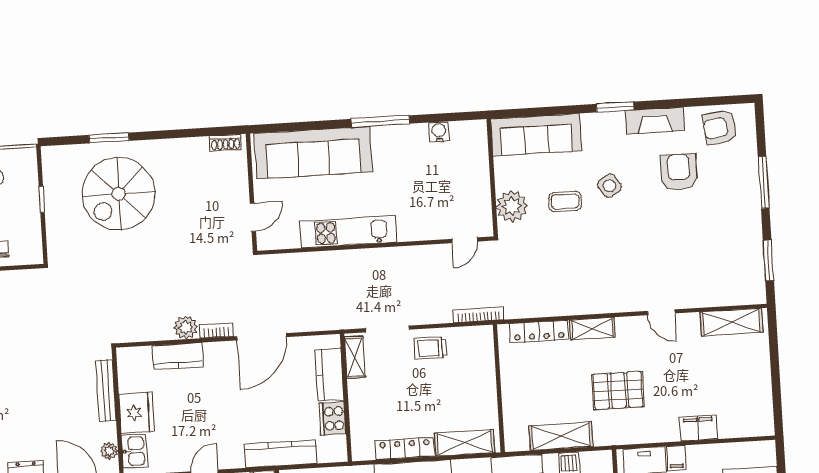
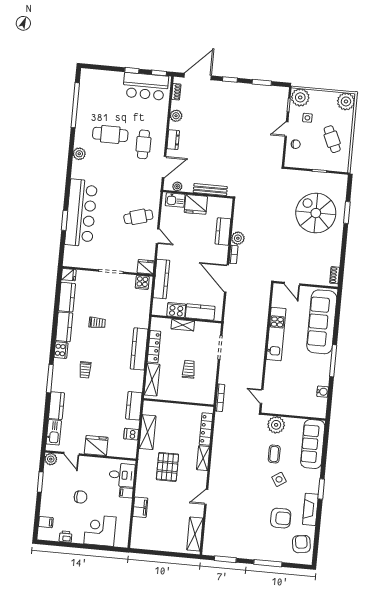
trolley: (431, 348) -> (189, 369), moved
shelving: (355, 357) -> (183, 325), moved

